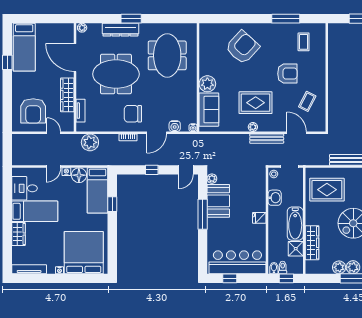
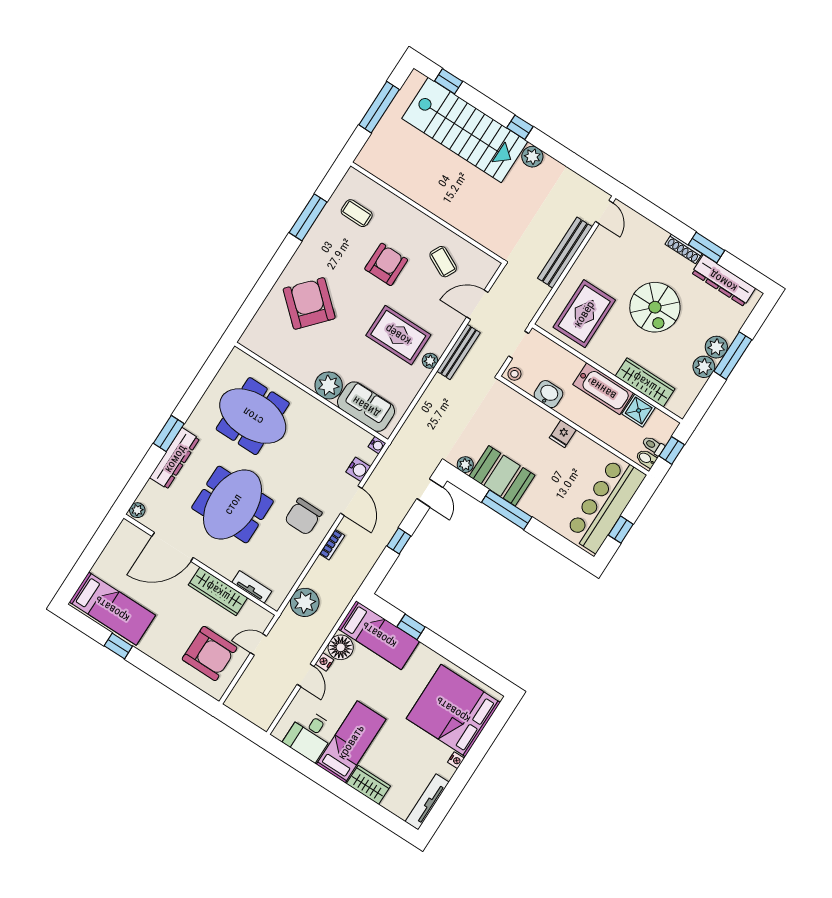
rug: (256, 103) -> (398, 335), turned 90

